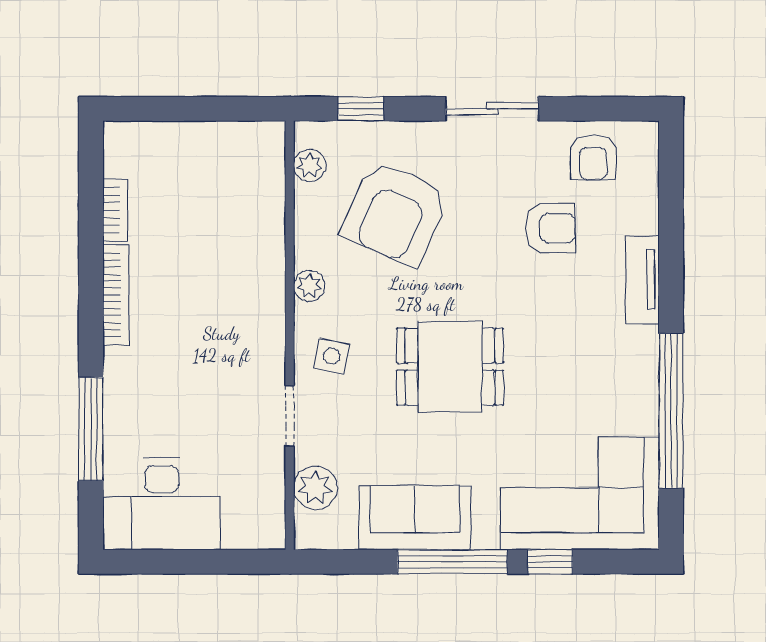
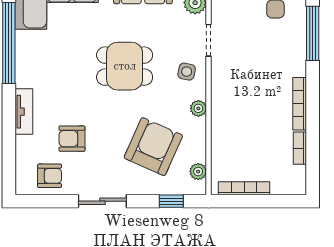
bookcase: (222, 133) -> (244, 188), added
armchair: (593, 157) -> (50, 176), turned 90

